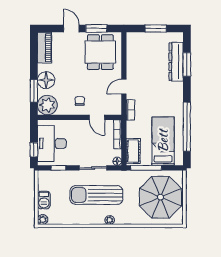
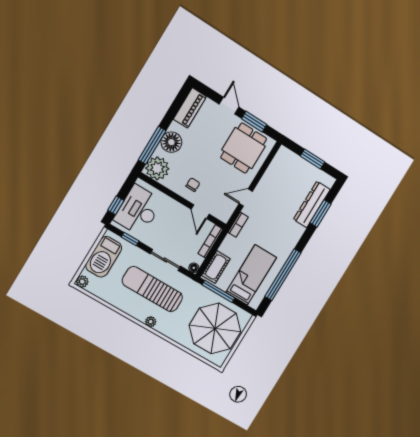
window: (34, 91) -> (152, 145), width x1.44
barbecue: (44, 200) -> (104, 257), width x1.88, depth x1.53

